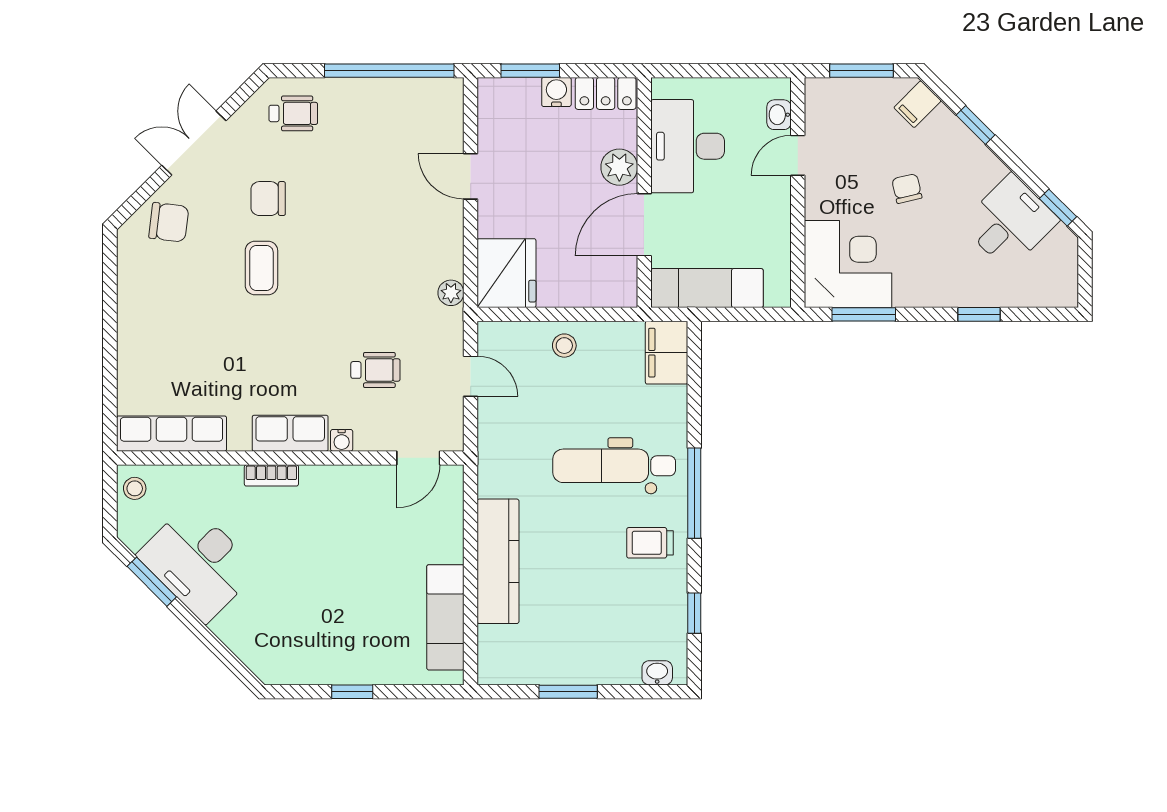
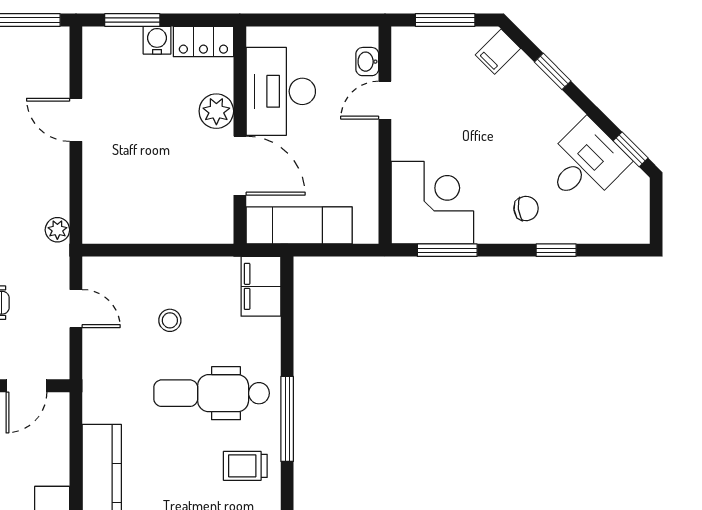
chair: (907, 189) -> (526, 208), moved, turned 96
door: (644, 225) -> (240, 166), swing flipped
fridge: (507, 273) -> (110, 211), removed
stool: (564, 346) -> (170, 320), moved

